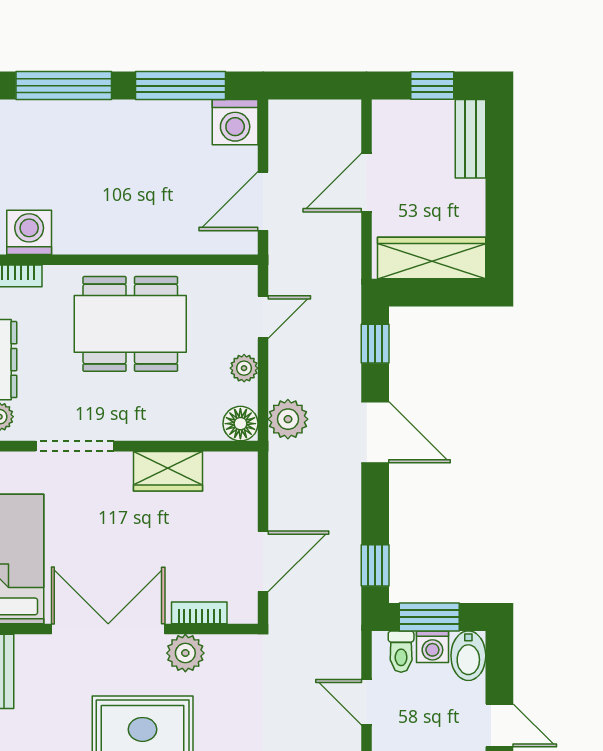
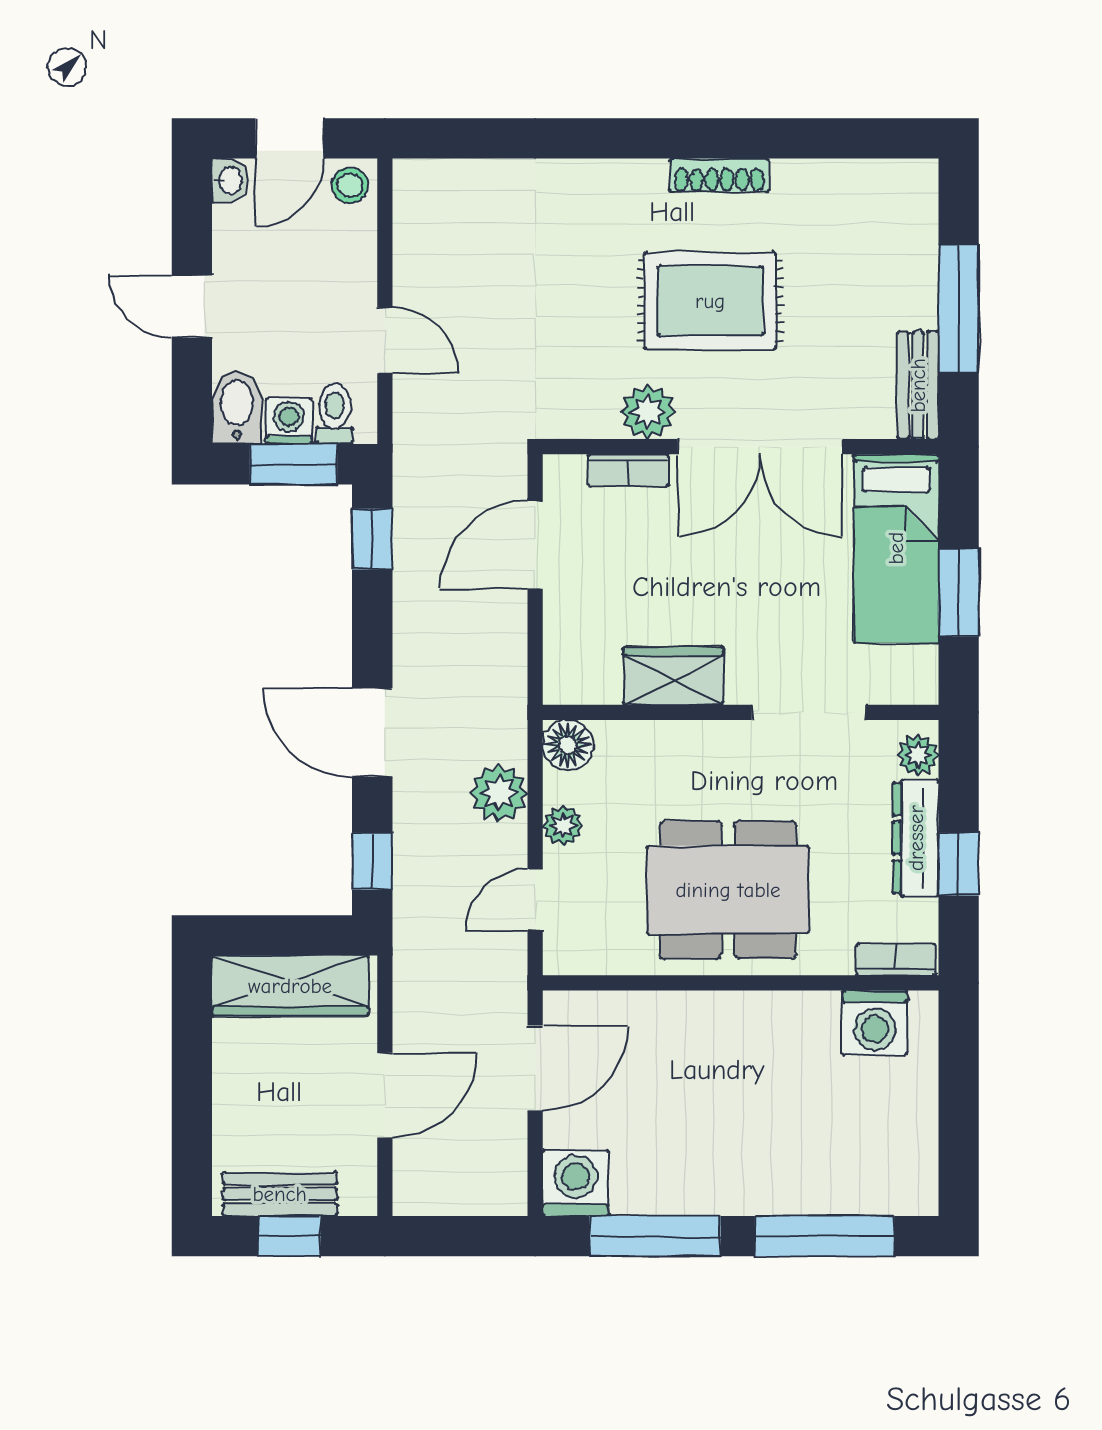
bench: (471, 139) -> (280, 1194), moved, turned 90
plant: (288, 419) -> (499, 793), moved

